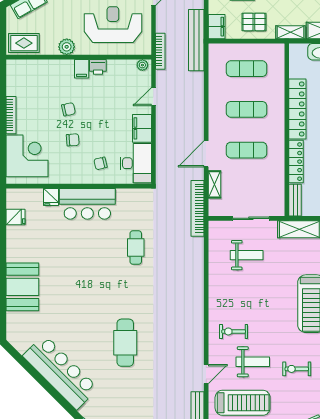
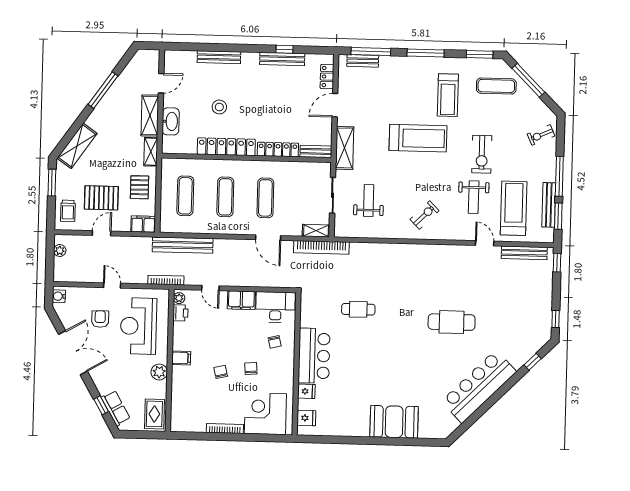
bench: (196, 40) -> (183, 245), moved
printer: (98, 67) -> (180, 313), moved
shelving: (215, 184) -> (316, 231), moved
fridge: (16, 217) -> (306, 418), moved, turned 90
exercise bike: (234, 331) -> (425, 215), moved, turned -135
weight bench: (253, 362) -> (474, 197), turned 180
exercise bike: (297, 369) -> (482, 154), width x1.38, depth x1.39

